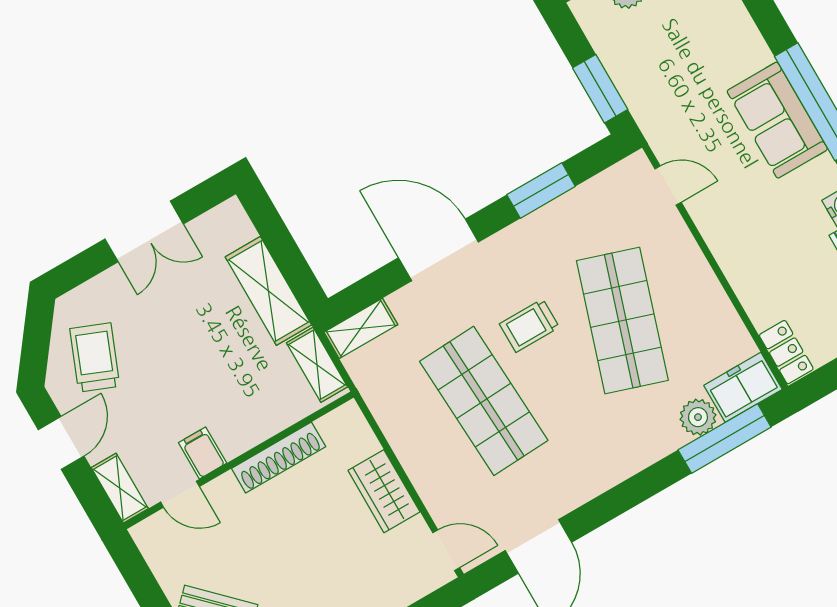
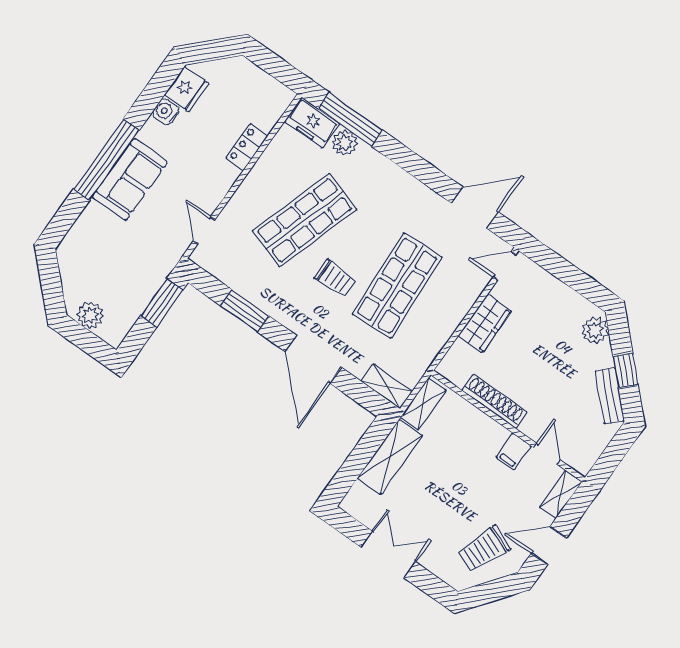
locker: (786, 352) -> (247, 147), moved
door: (446, 550) -> (504, 266), hinge flipped

